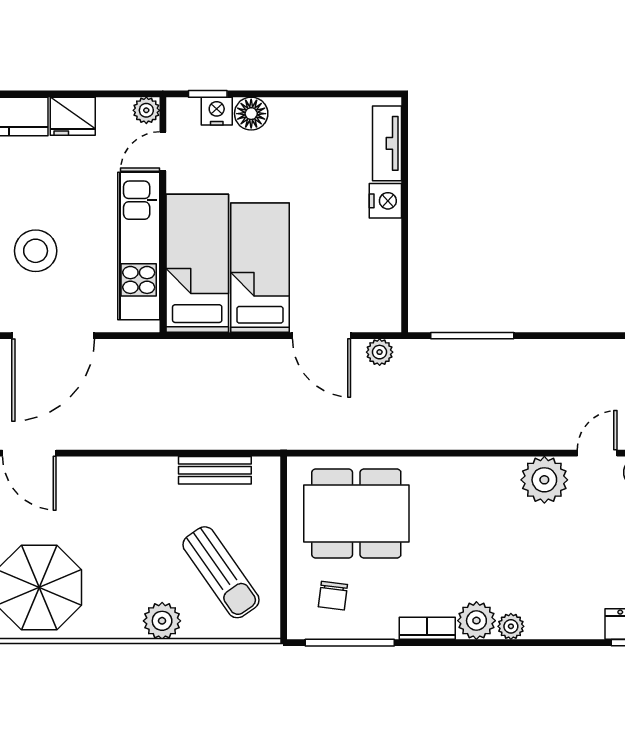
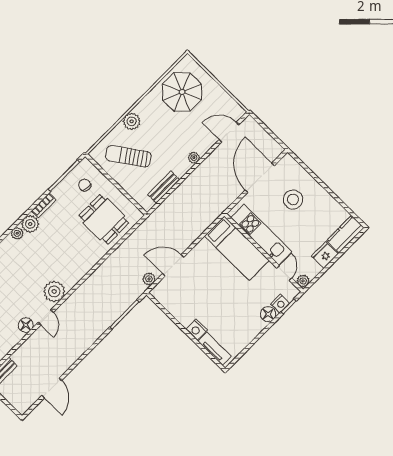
bed: (260, 268) -> (215, 267), removed
plant: (123, 469) -> (194, 158), added
dining table: (356, 513) -> (104, 219), width x0.73

